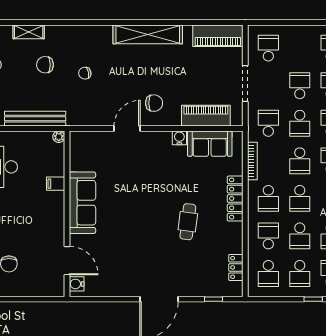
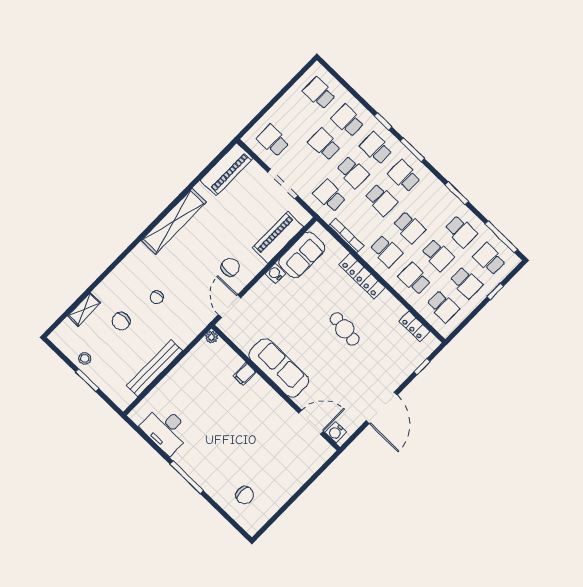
plant: (59, 137) -> (212, 337), moved
filing cabinet: (56, 184) -> (245, 374), moved
sofa: (82, 203) -> (279, 368), moved
wall: (67, 214) -> (276, 388), moved
door: (67, 261) -> (311, 422), moved
water cooler: (77, 284) -> (336, 432), moved

